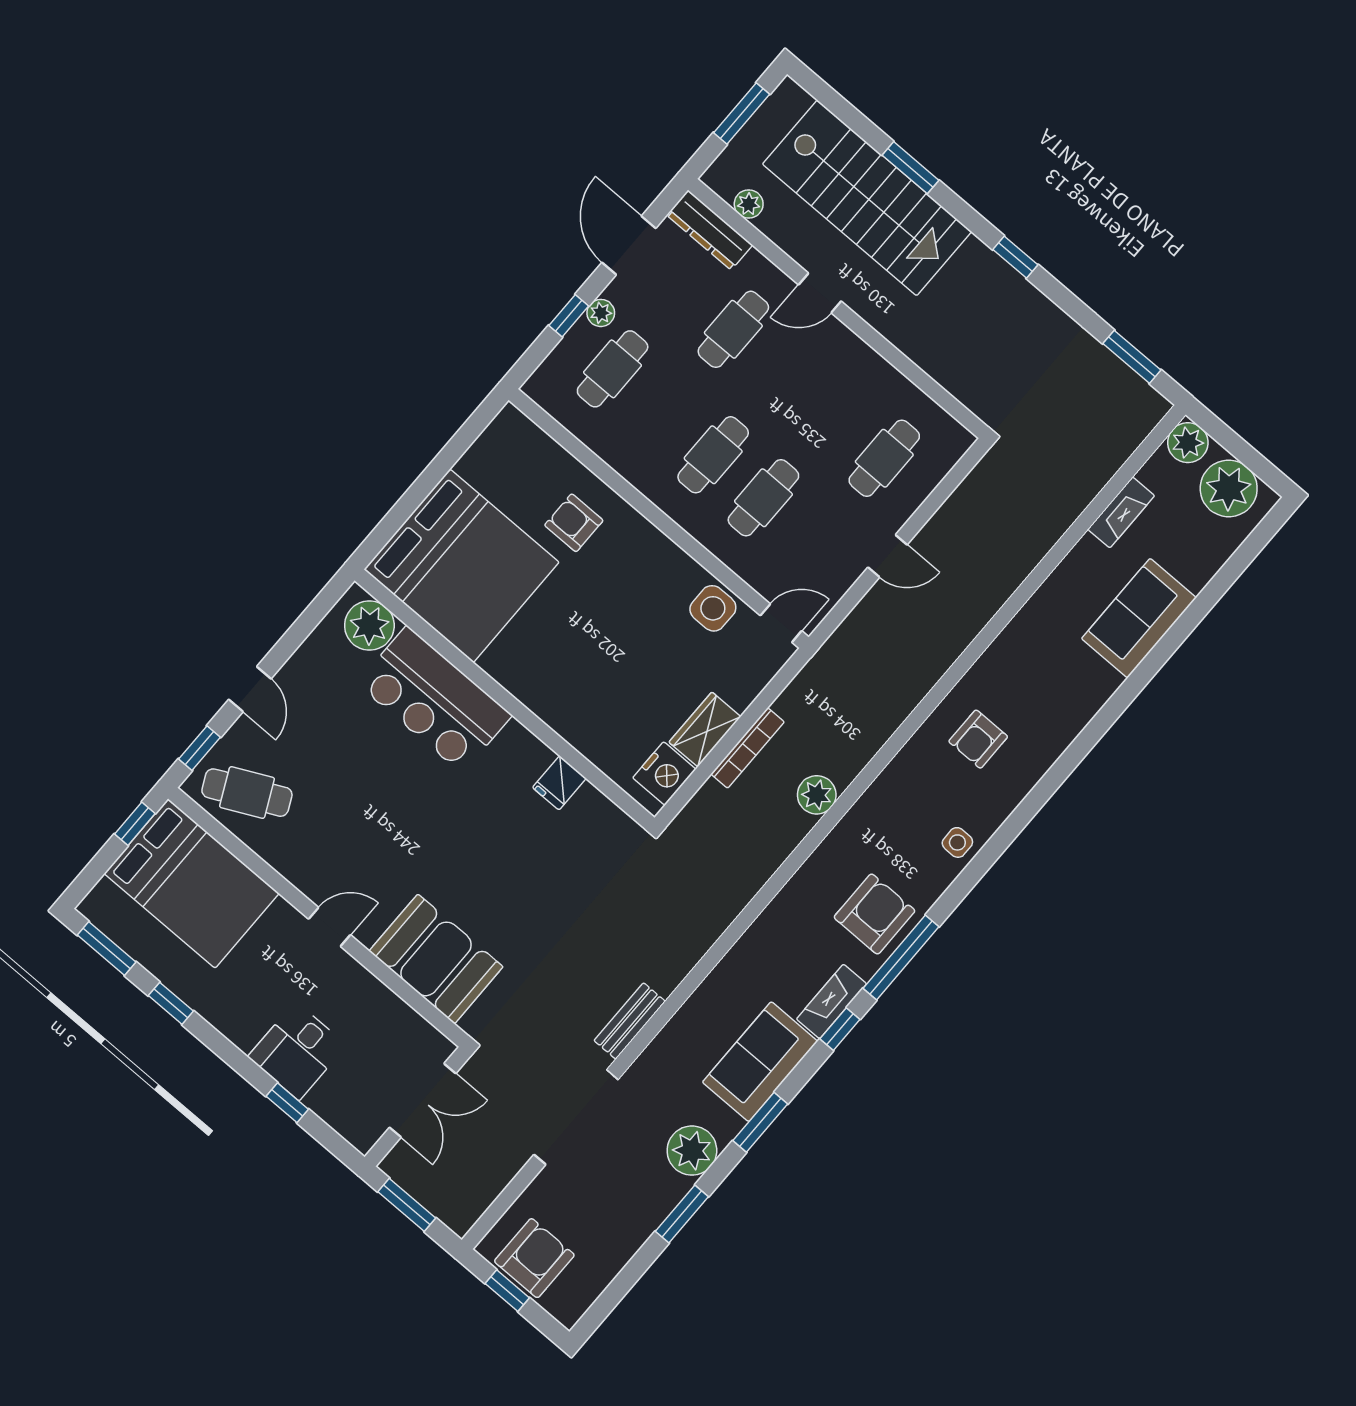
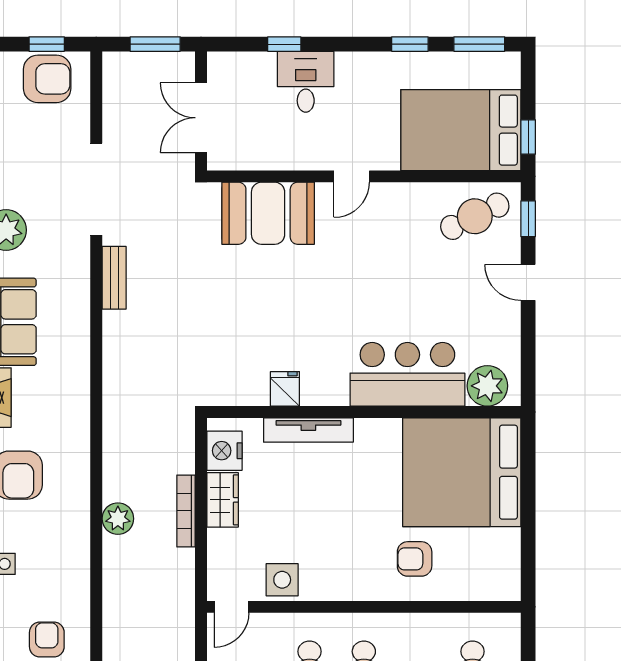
armchair: (574, 523) -> (415, 559), turned 180
tv unit: (570, 726) -> (308, 430), added
armchair: (534, 1258) -> (47, 79), turned -90

